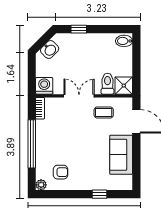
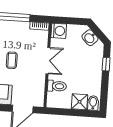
shower: (124, 86) -> (80, 102), moved
coffee table: (104, 113) -> (12, 60), moved

